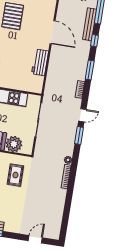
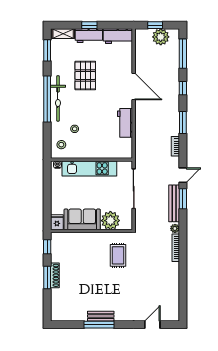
bench: (90, 24) -> (174, 203), moved

